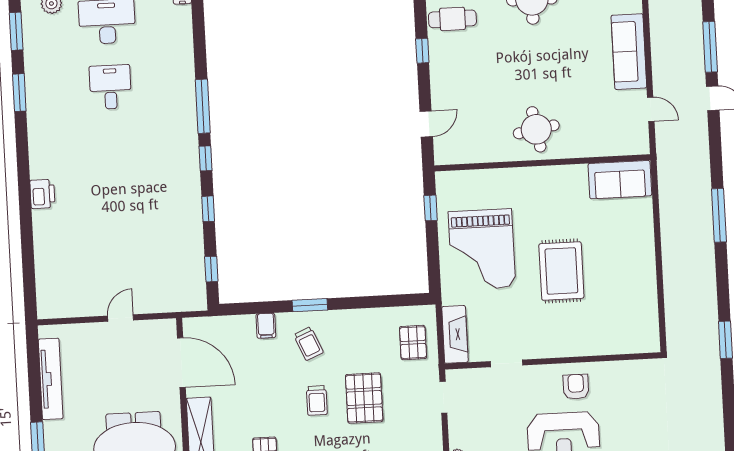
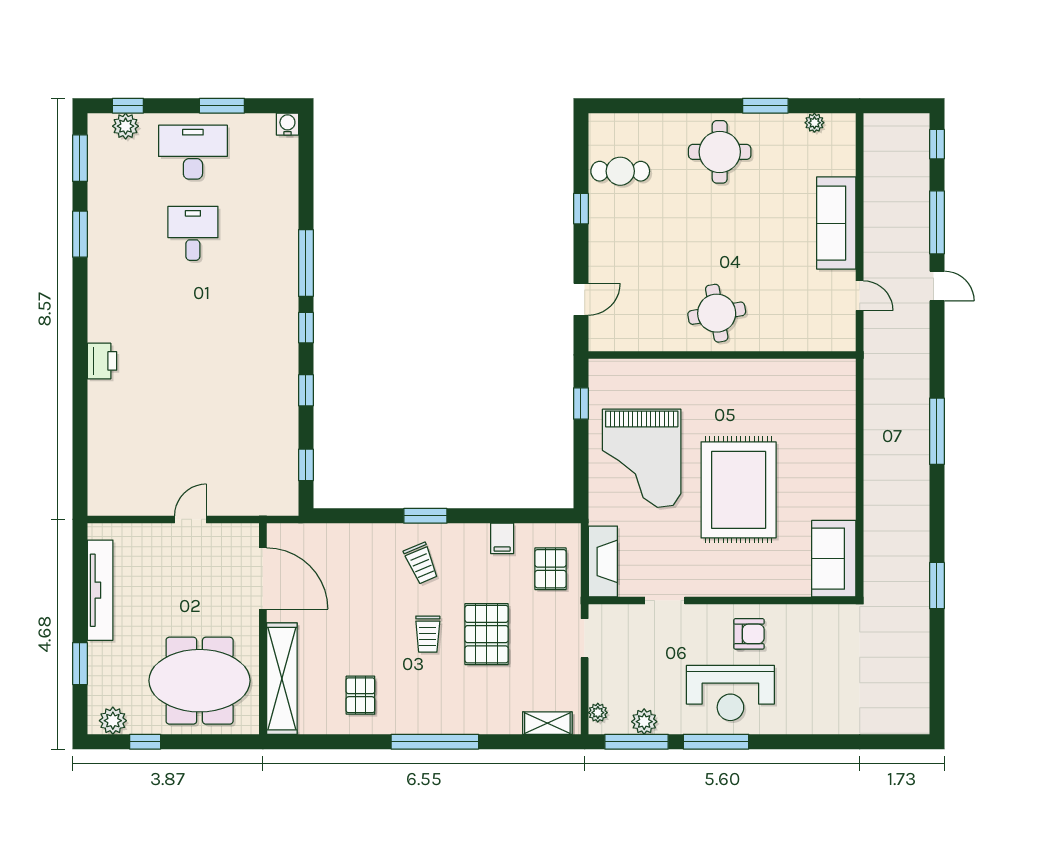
sofa: (620, 180) -> (834, 559), moved, turned 90
rug: (561, 271) -> (739, 490), width x1.37, depth x1.44
filing cabinet: (266, 326) -> (502, 538), moved
armchair: (576, 387) -> (749, 634), turned 90

